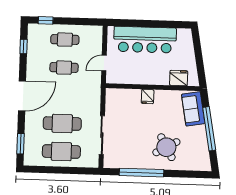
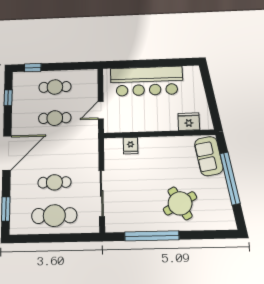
fridge: (148, 97) -> (131, 146), moved
cafe table: (62, 124) -> (54, 182), width x0.73, depth x0.74

